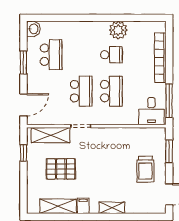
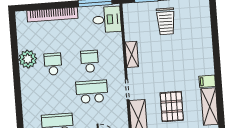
school desk: (111, 91) -> (90, 61), width x0.54
trolley: (145, 169) -> (166, 21), turned 90
shelving: (112, 208) -> (132, 54), moved

